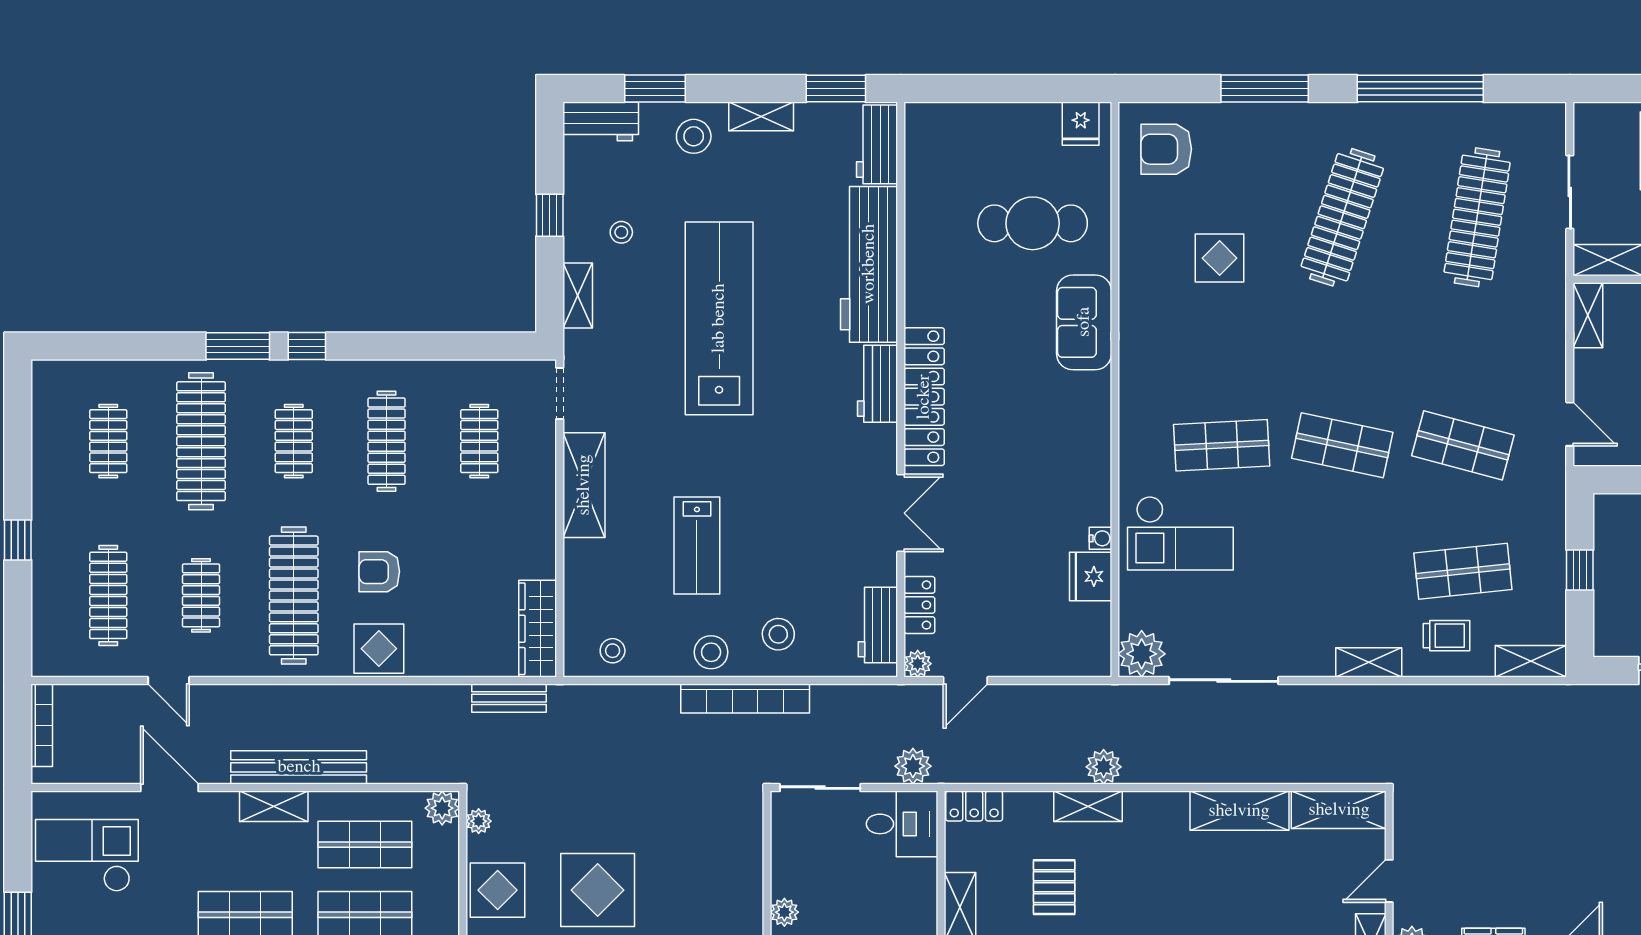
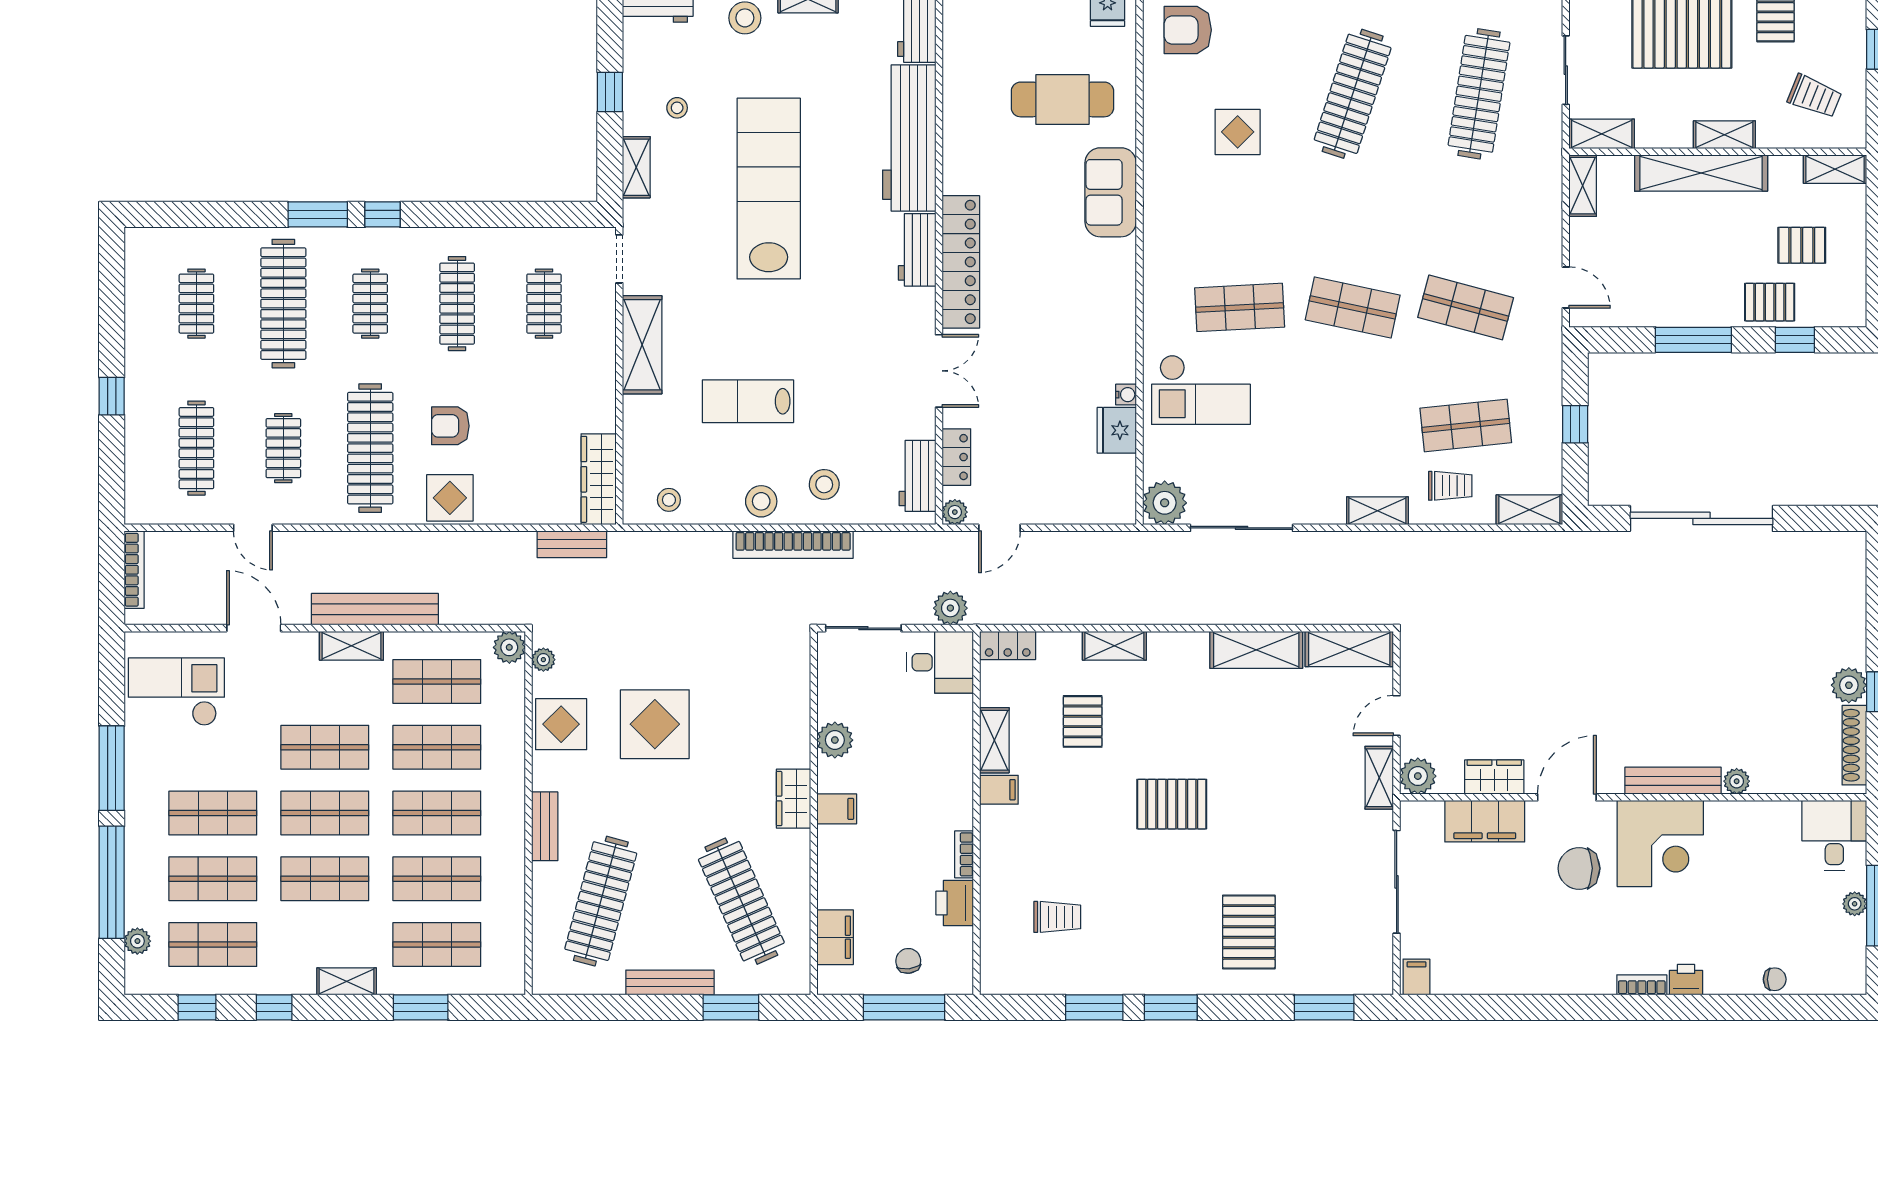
lab bench: (697, 545) -> (748, 401), turned 90
plant: (1104, 767) -> (1129, 609), removed
plant: (784, 912) -> (835, 740), width x1.38, depth x1.38

